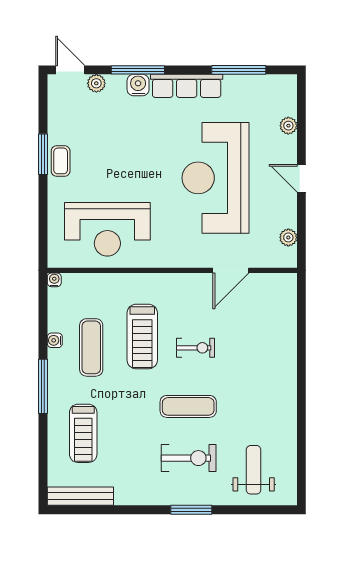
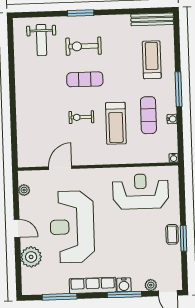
plant: (288, 126) -> (31, 257), width x1.87, depth x1.87
reception desk: (216, 178) -> (72, 227), turned 180
treadmill: (142, 337) -> (116, 123), turned 180

